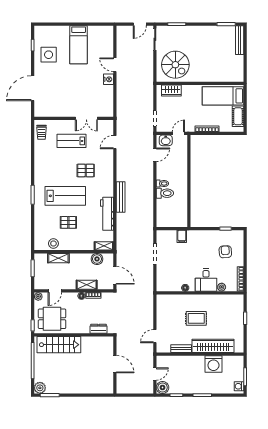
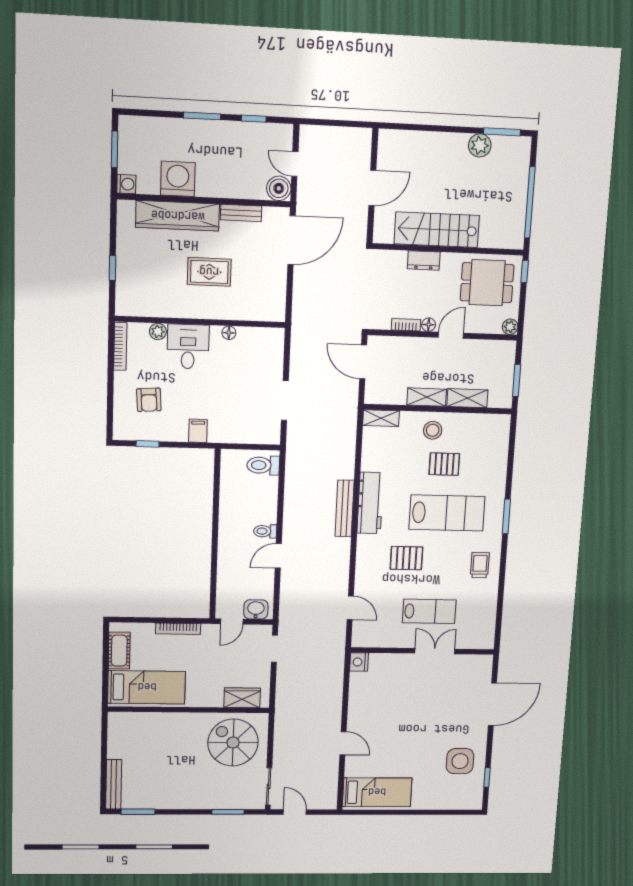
door: (140, 24) -> (295, 812), hinge flipped
bed: (79, 45) -> (377, 792), moved, turned 90
nightstand: (108, 79) -> (359, 662), moved
double door: (86, 118) -> (435, 651), moved
trolley: (42, 132) -> (480, 565), moved
door: (115, 142) -> (350, 608), hinge flipped
door: (155, 155) -> (278, 556), moved
toilet: (165, 193) -> (263, 465), moved
lab bench: (65, 196) -> (447, 513), turned 180
workbench: (107, 214) -> (370, 503), moved
filing cabinet: (182, 236) -> (198, 431), moved
stool: (53, 243) -> (433, 430), moved
boiler: (97, 259) -> (395, 394), removed
shelving: (87, 285) -> (427, 397), moved
door: (55, 291) -> (451, 335), moved
dresser: (99, 329) -> (424, 260), moved
door: (155, 336) -> (292, 240), width x1.87
stairs: (59, 345) -> (437, 230), moved
door: (115, 364) -> (372, 188), swing flipped
door: (155, 374) -> (295, 164), hinge flipped
washing machine: (239, 386) -> (126, 184), moved
plant: (40, 388) -> (480, 145), moved
boiler: (163, 388) -> (279, 188), moved

